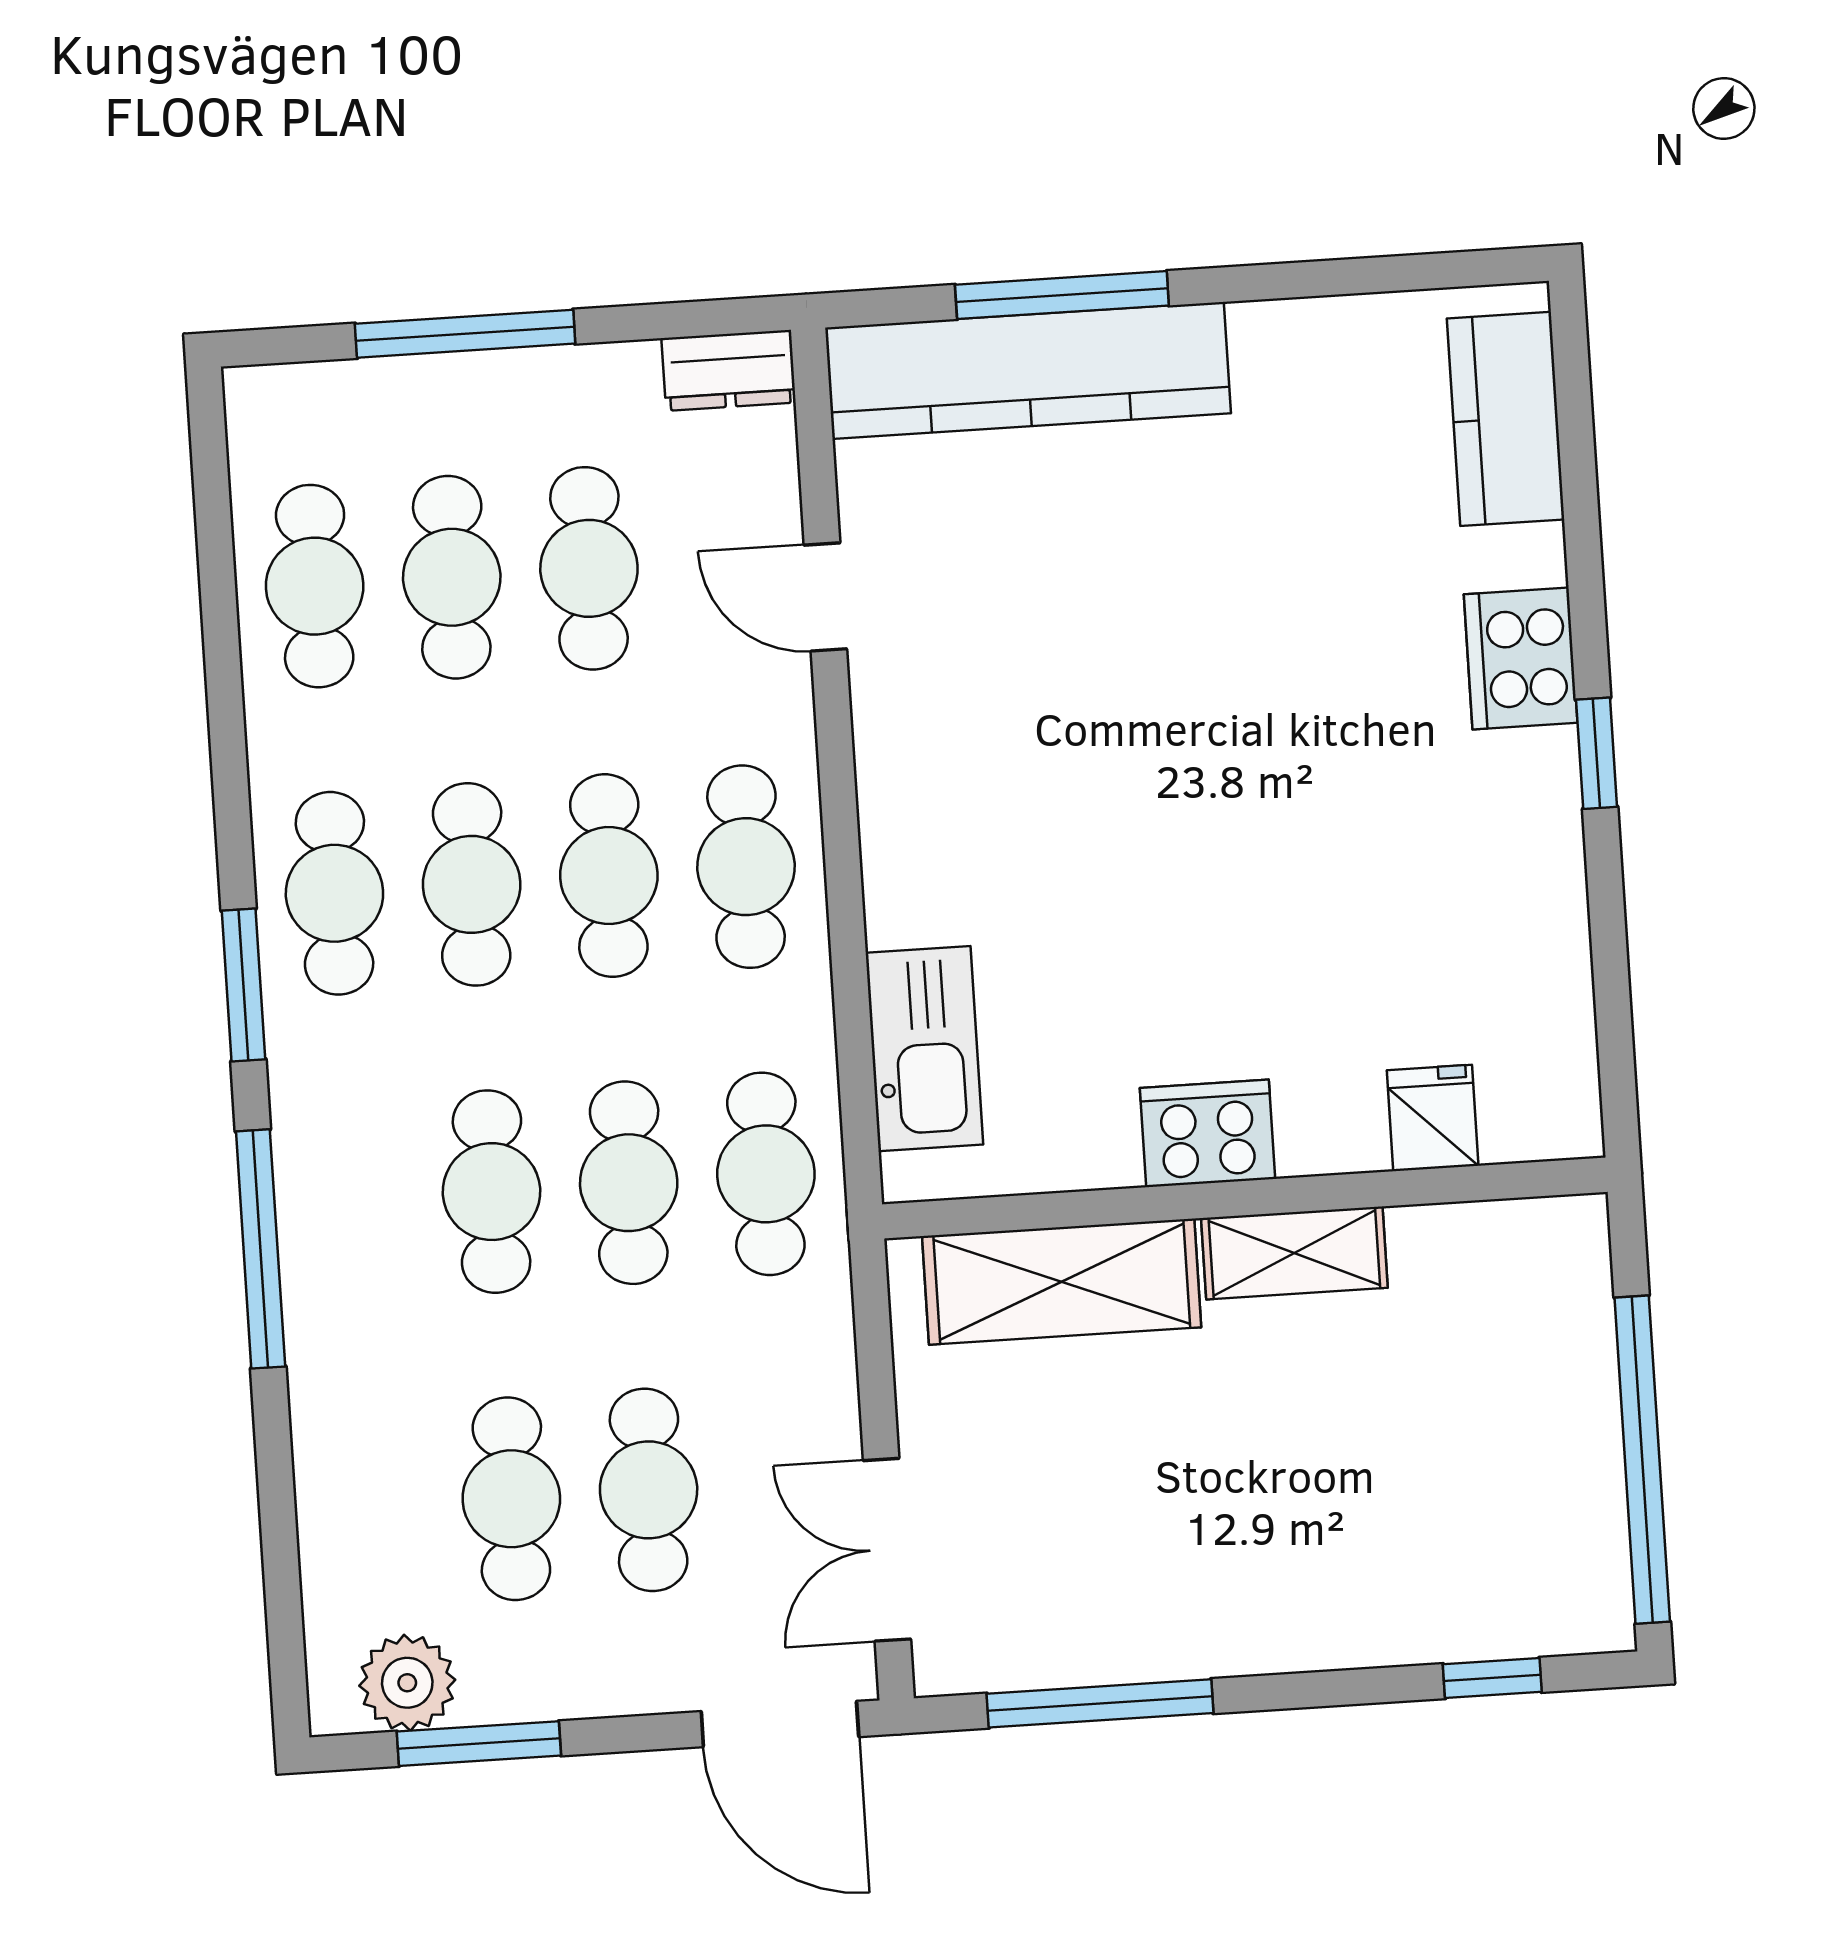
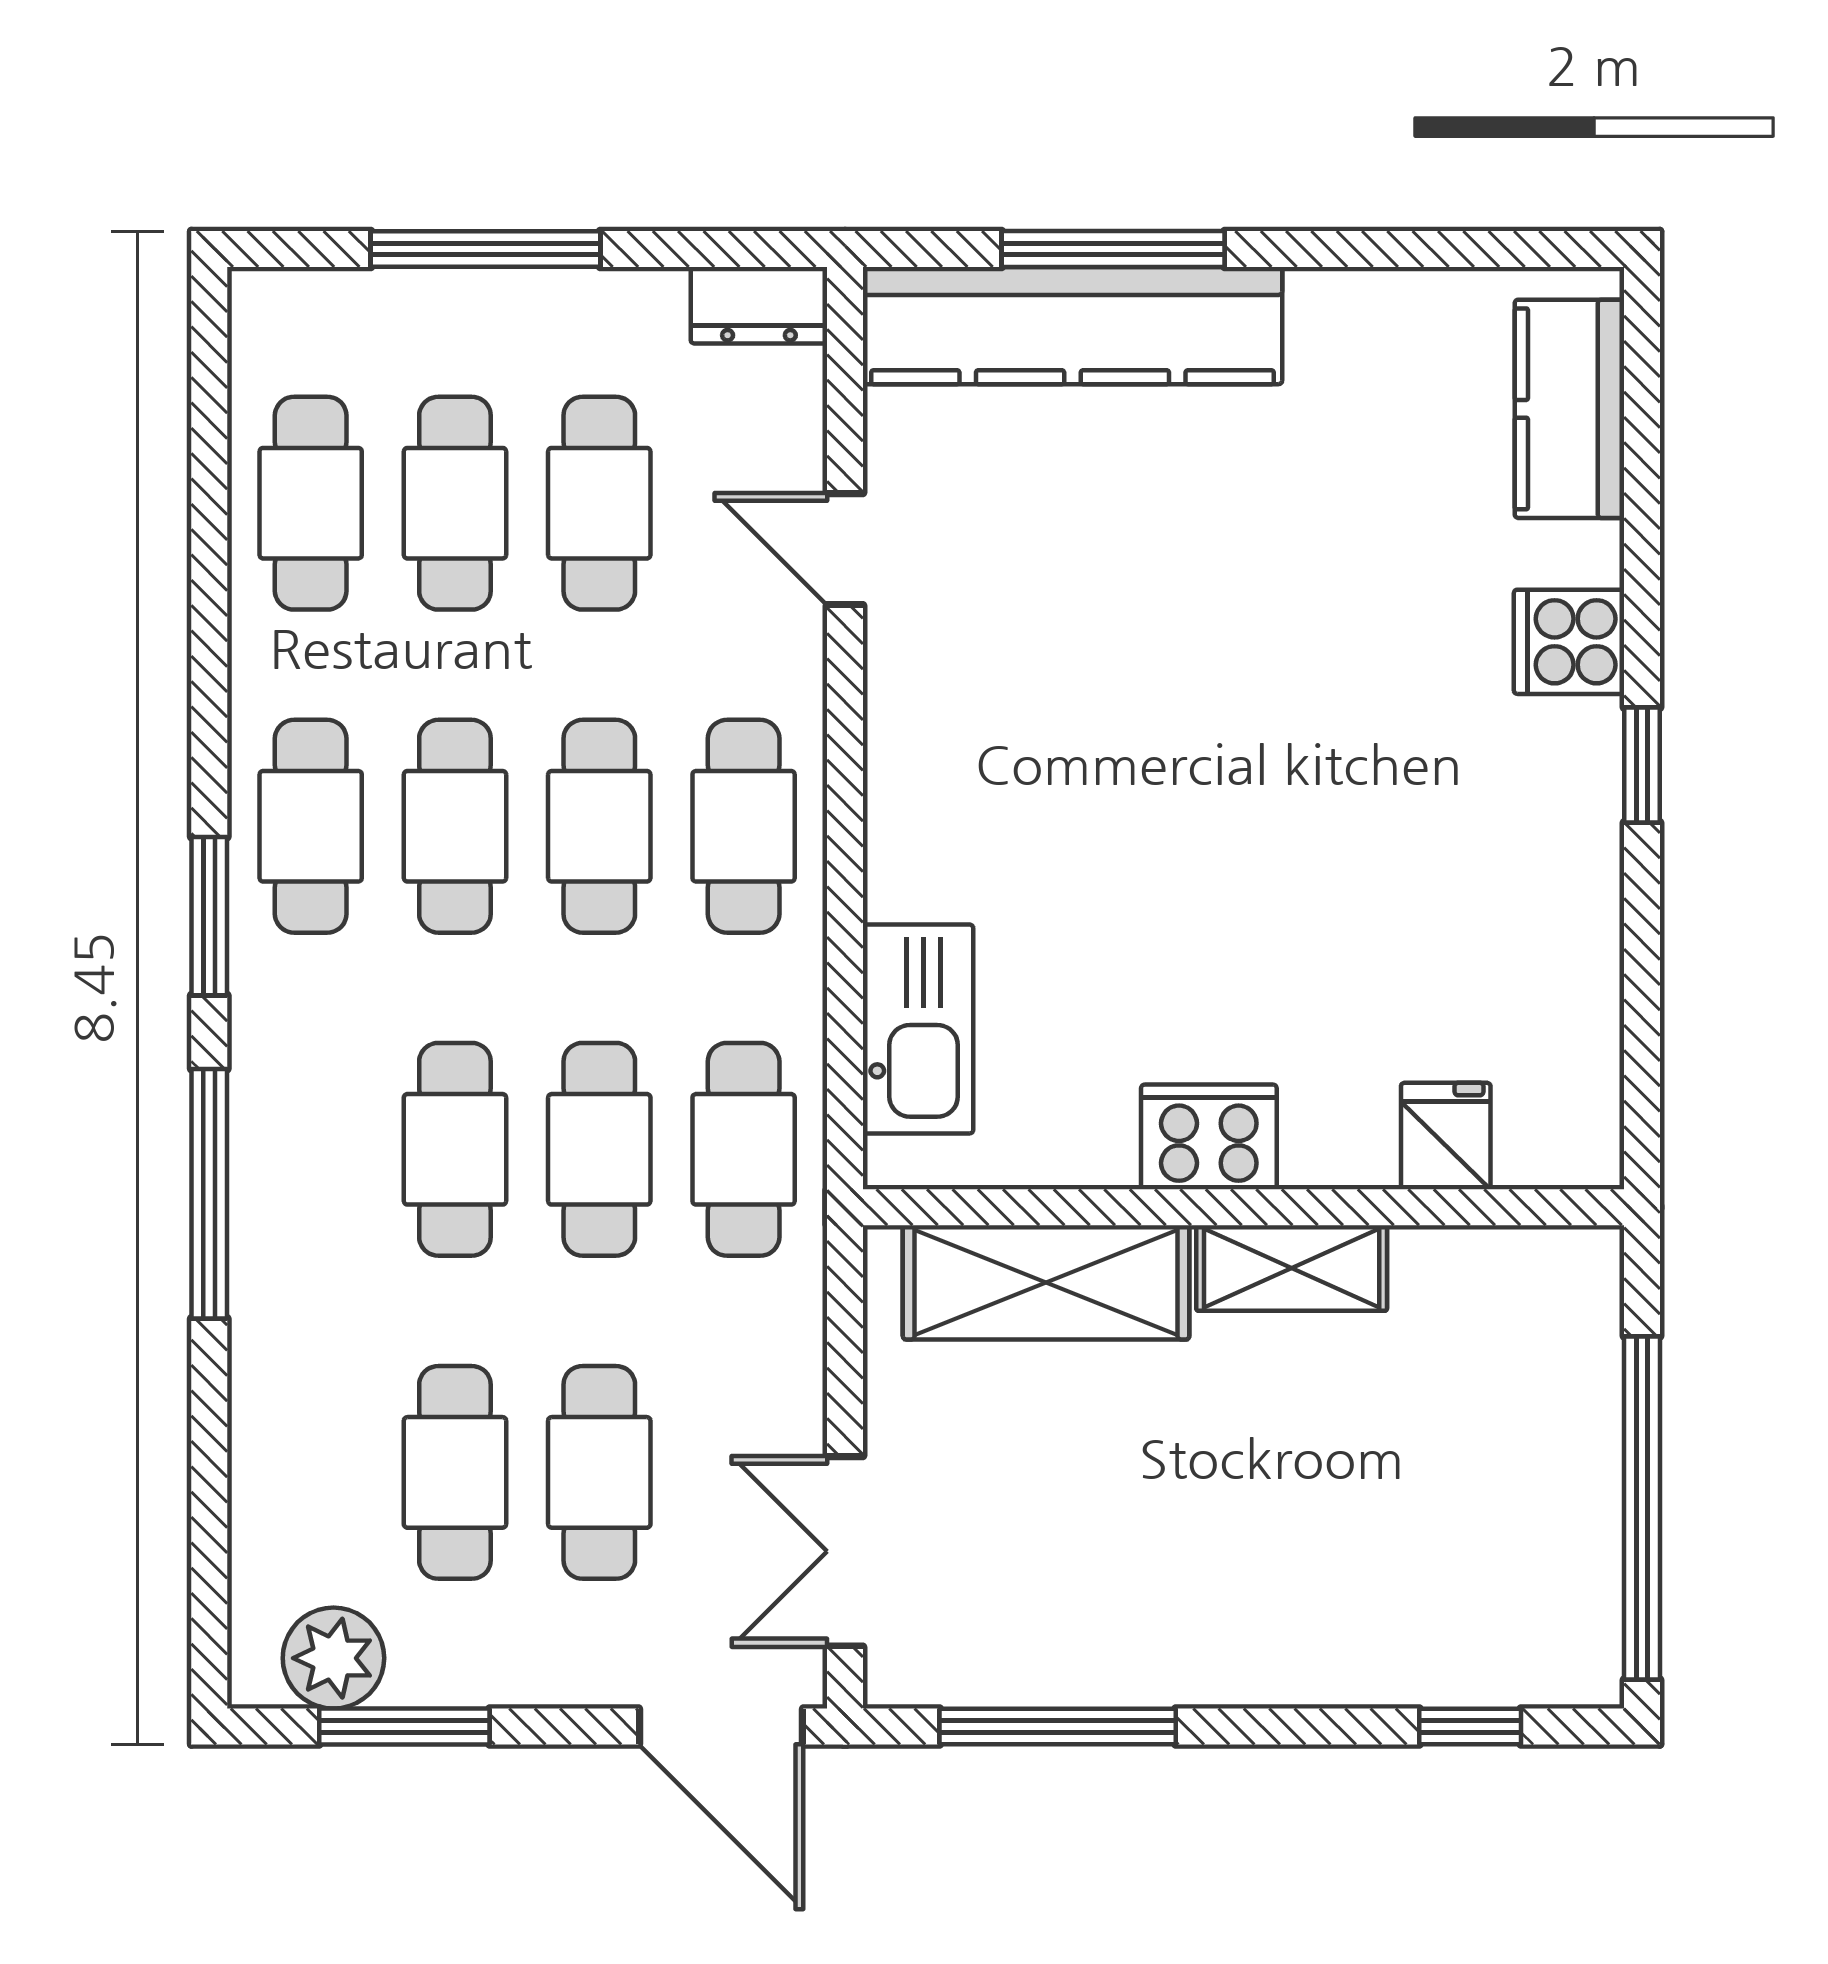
cooker: (1521, 659) -> (1569, 642), width x0.73

